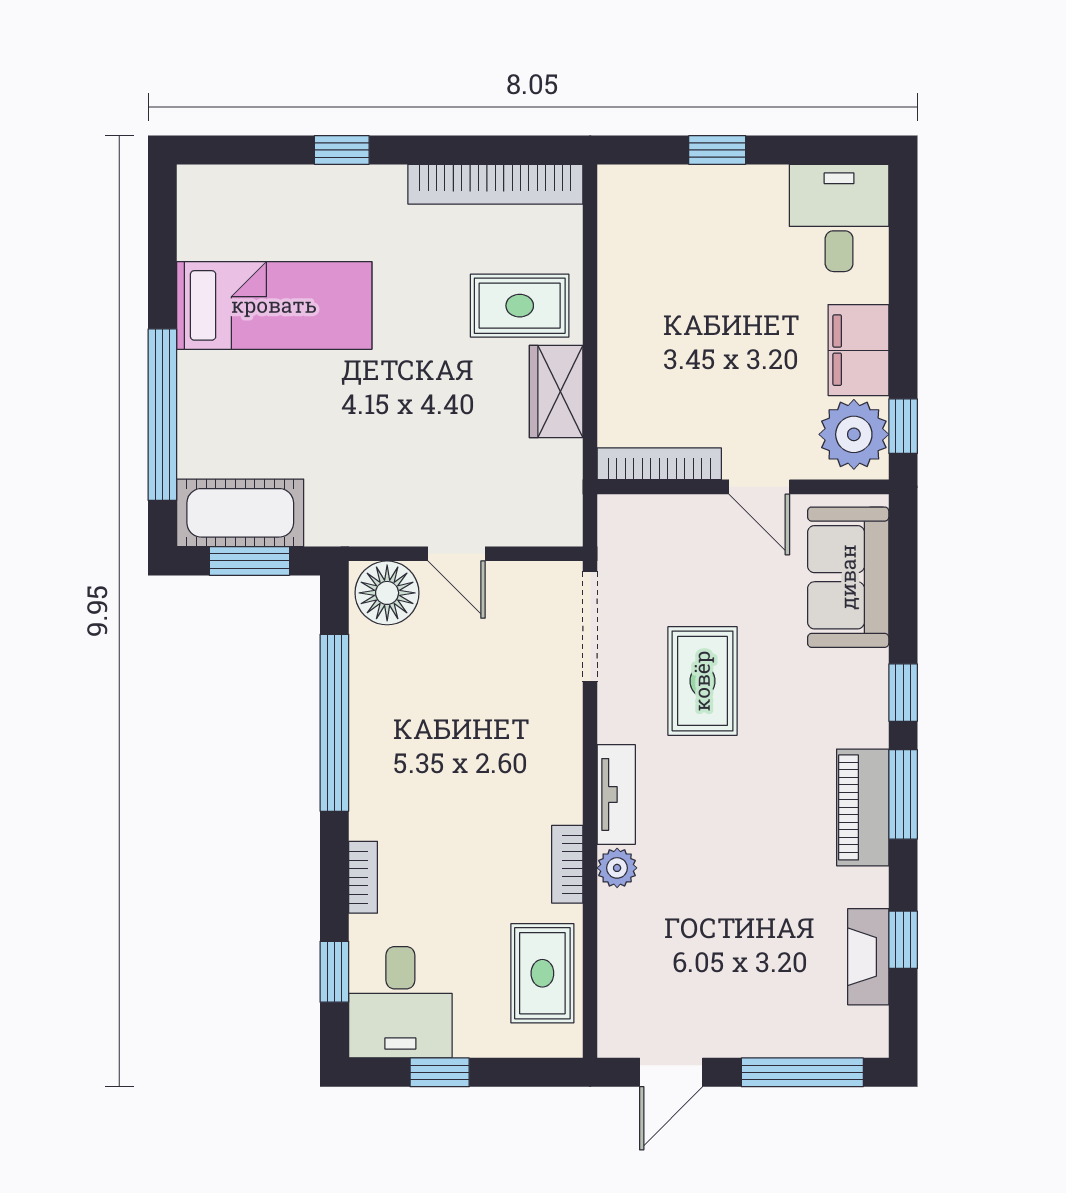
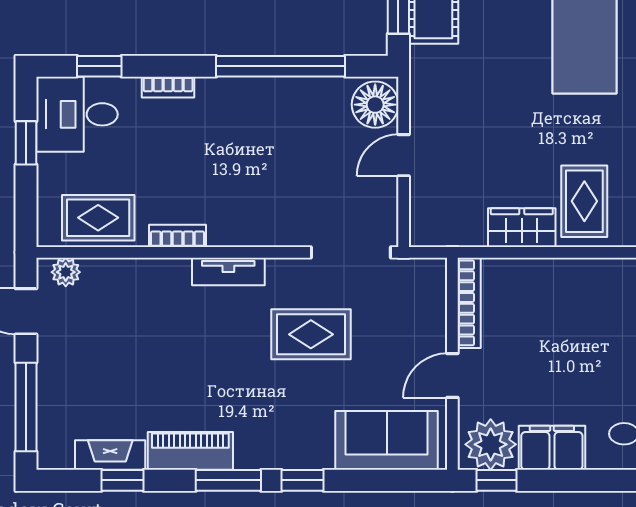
piano: (863, 807) -> (190, 451), moved
plant: (617, 868) -> (66, 272), moved

